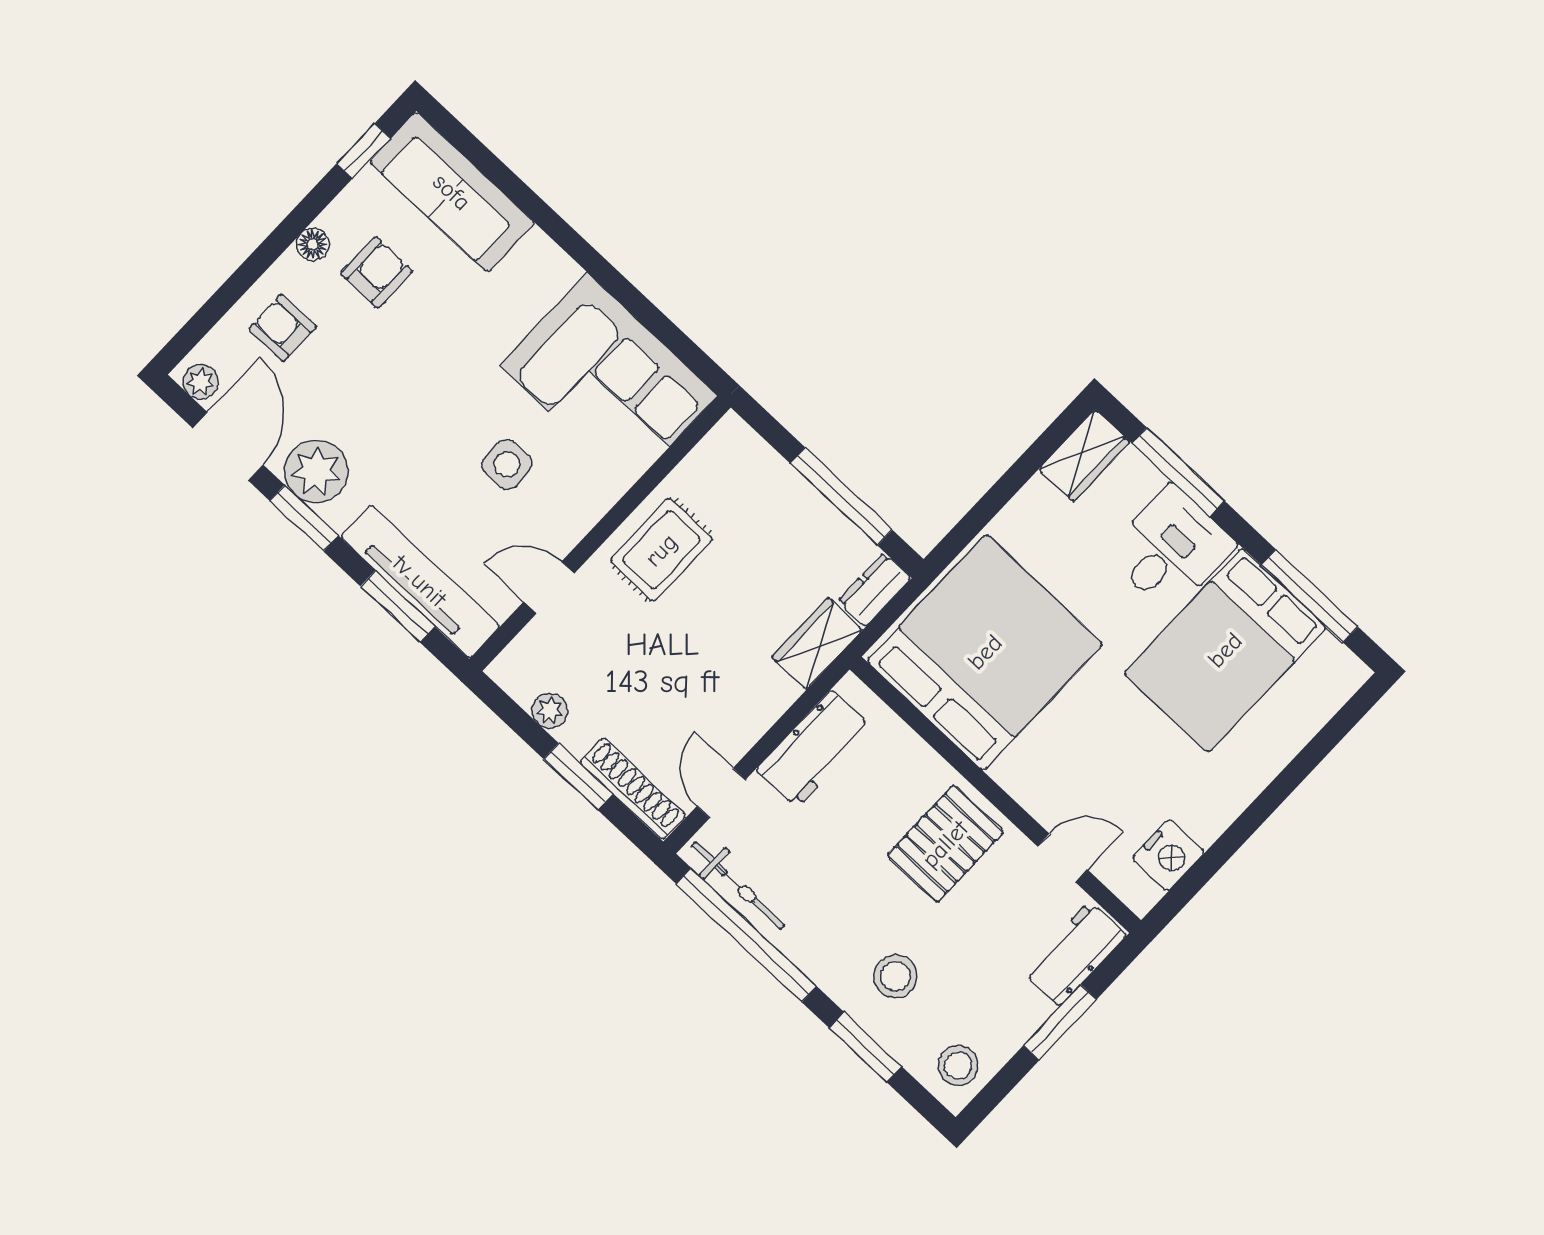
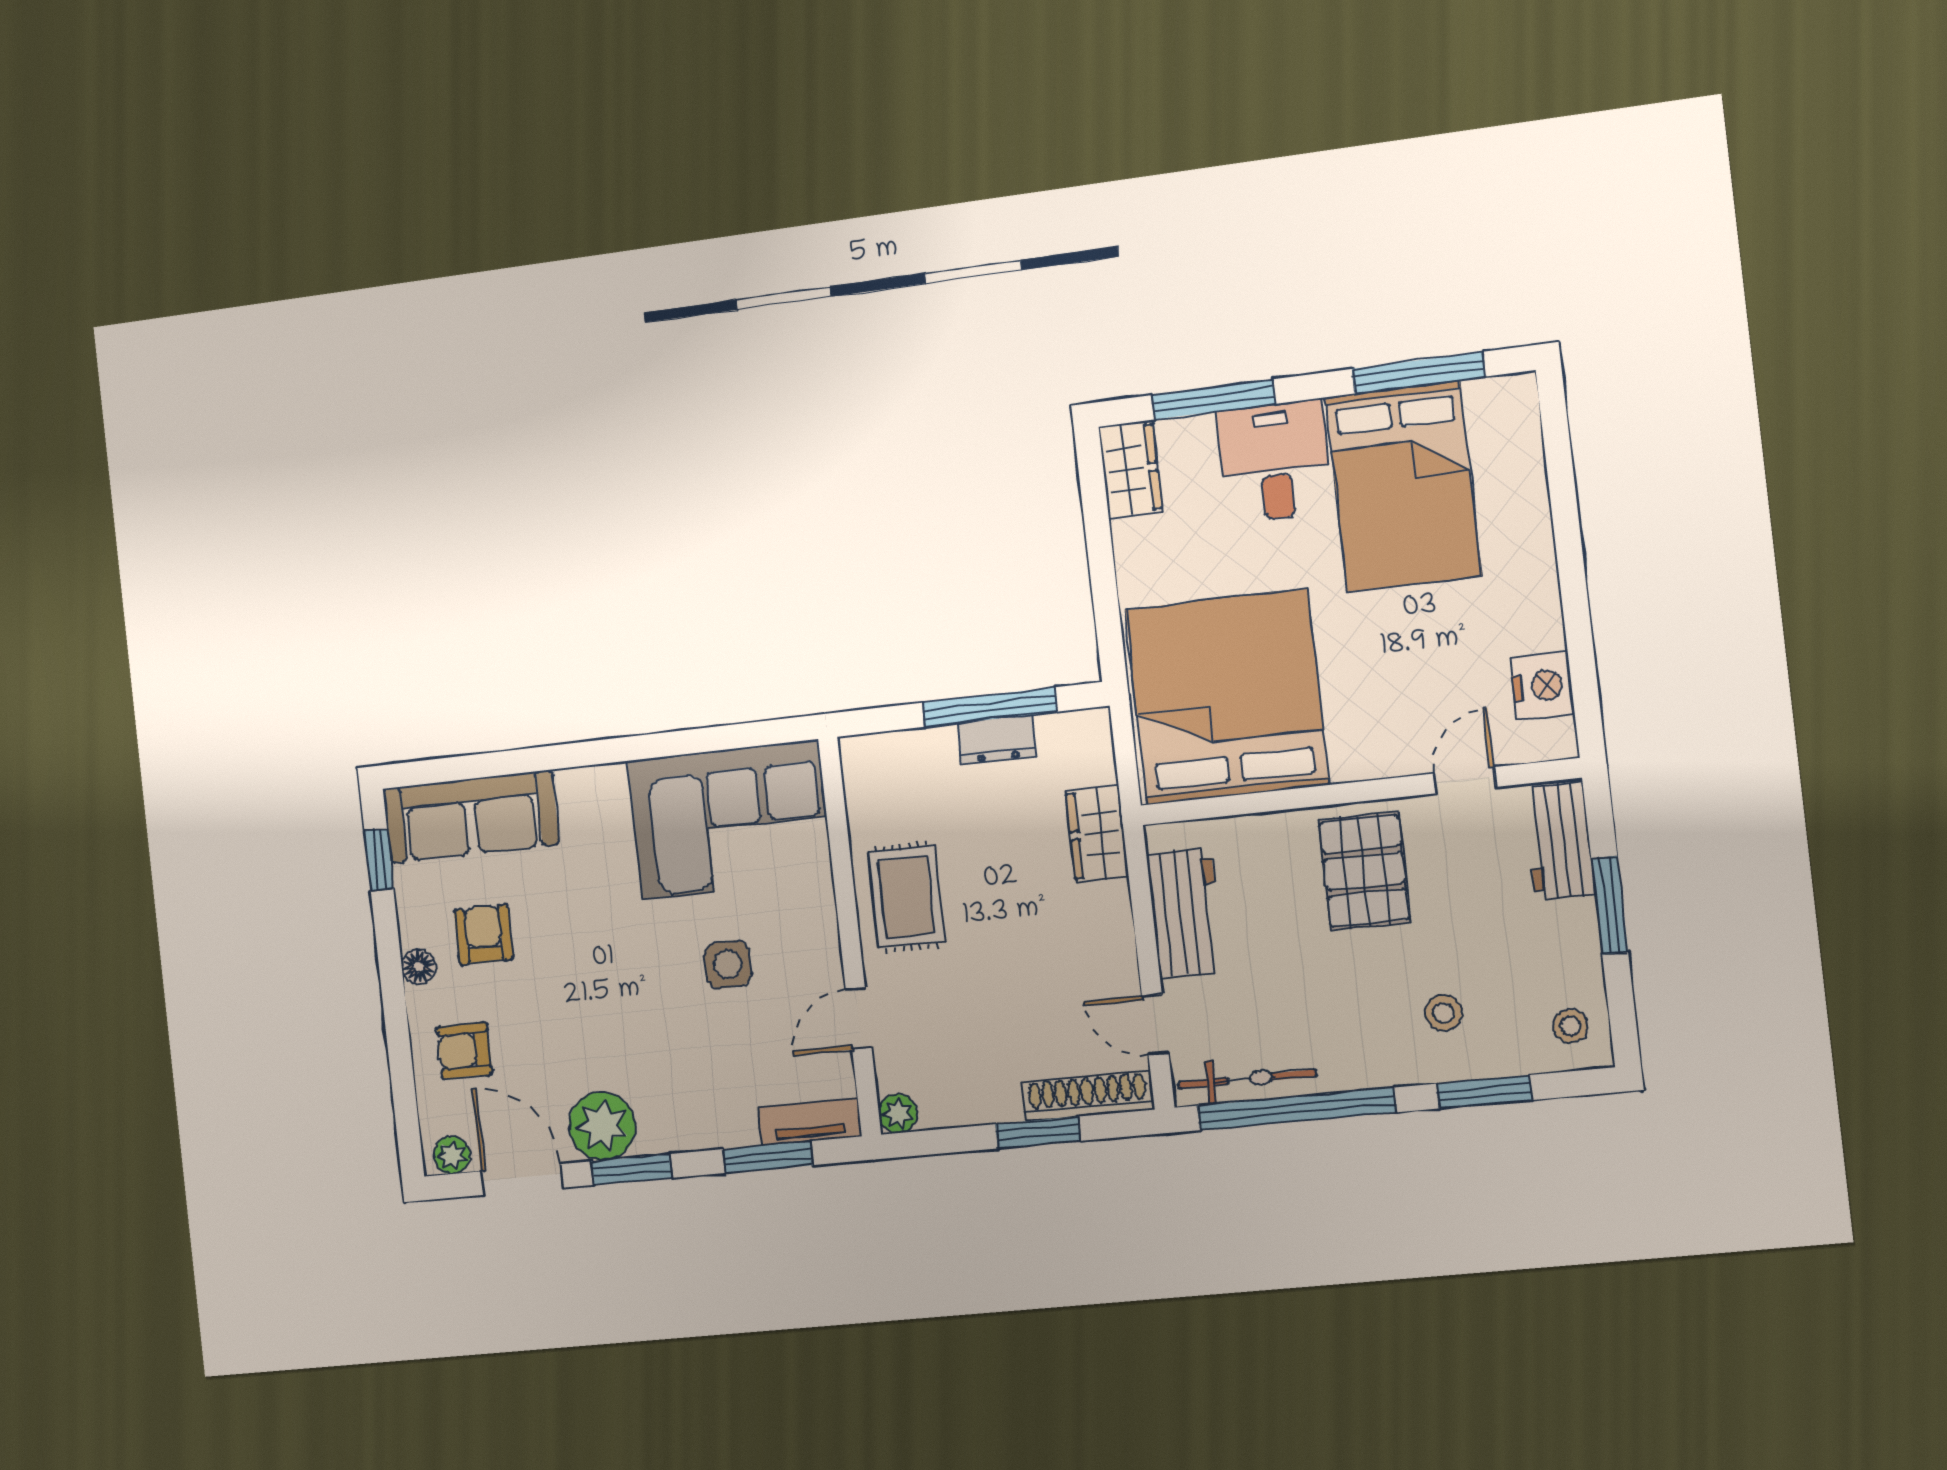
tv unit: (420, 581) -> (810, 1122), width x0.52, depth x0.78
dresser: (875, 590) -> (996, 740), moved, turned -90
plant: (550, 711) -> (898, 1114), moved
stool: (895, 976) -> (1443, 1013), width x0.73, depth x0.73
stool: (958, 1065) -> (1570, 1026), width x0.73, depth x0.73

